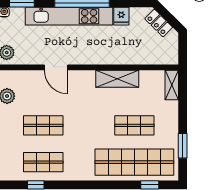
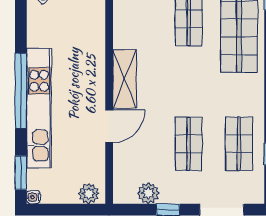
fridge: (121, 16) -> (39, 37), removed
shelving: (117, 79) -> (125, 79), moved

